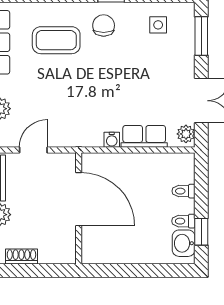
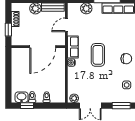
coffee table: (56, 40) -> (98, 55), moved
row of seats: (144, 136) -> (73, 47), moved
door: (33, 150) -> (66, 25), swing flipped
window: (43, 271) -> (8, 30), added

